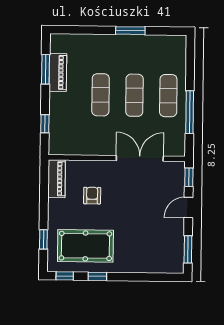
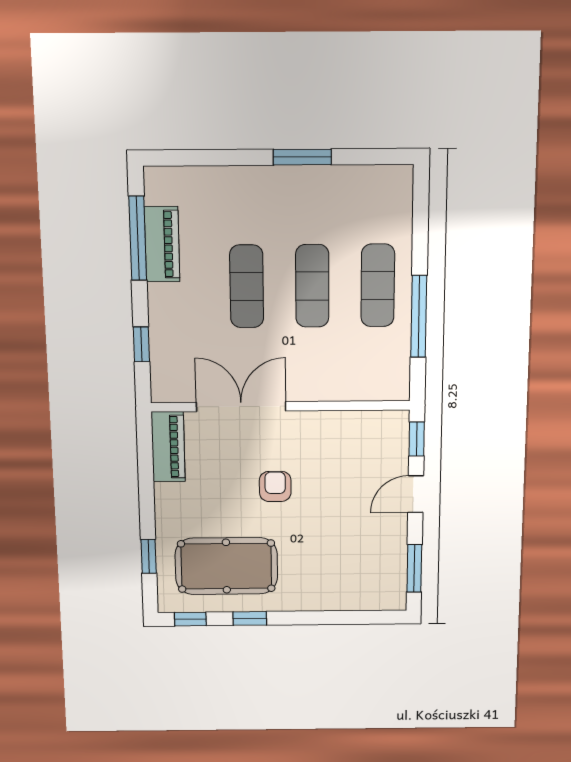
window: (45, 69) -> (138, 238), width x1.44
double door: (140, 158) -> (241, 407), moved
armchair: (92, 196) -> (275, 486), moved

